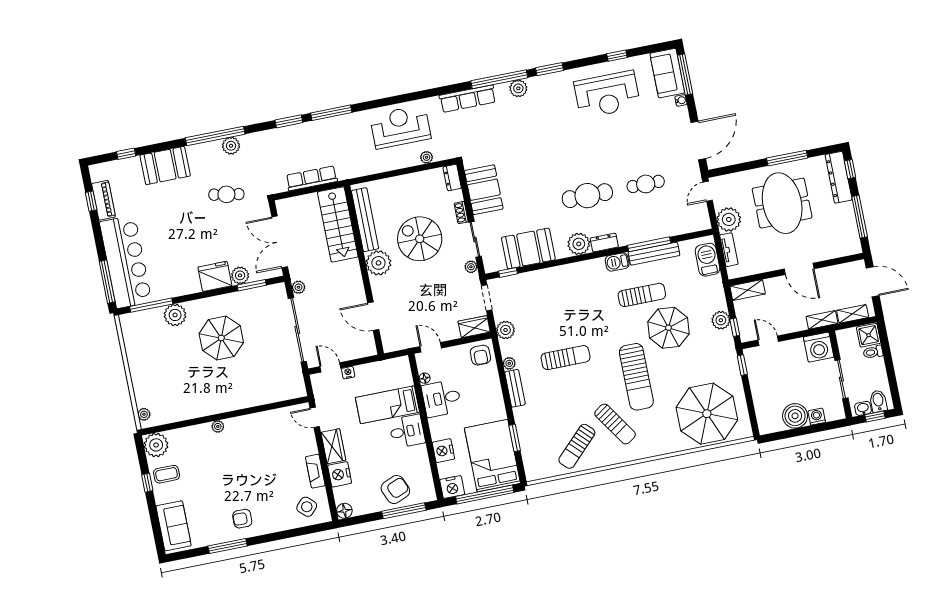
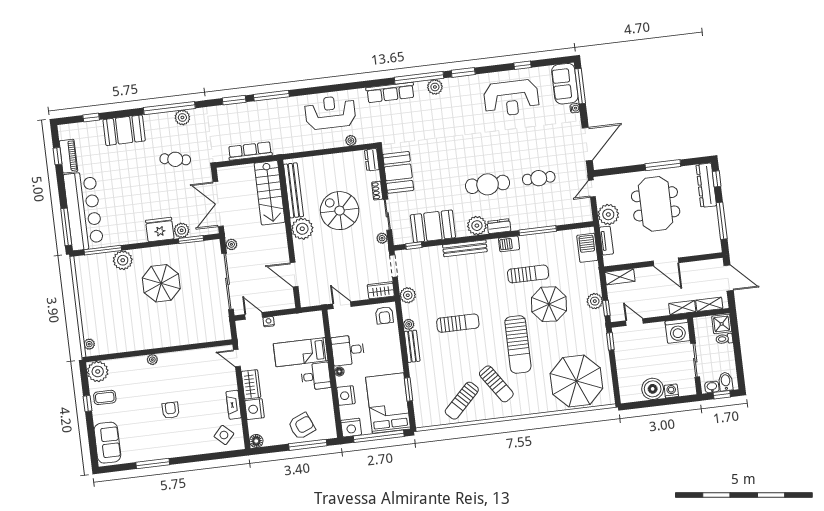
bench: (654, 254) -> (465, 248), moved
floor lamp: (425, 378) -> (339, 371), moved
armchair: (242, 519) -> (171, 410), moved, turned 89

